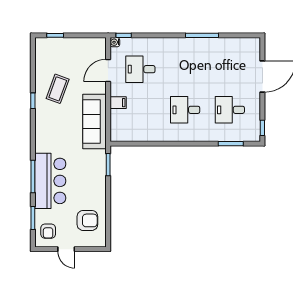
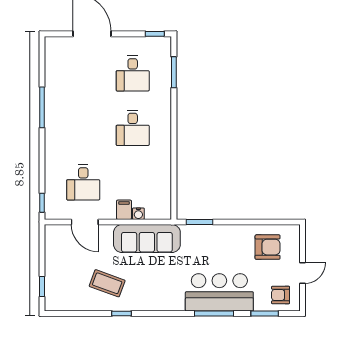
water cooler: (115, 42) -> (138, 214), moved
armchair: (87, 220) -> (268, 247), turned 90
armchair: (48, 231) -> (281, 295), turned 180

